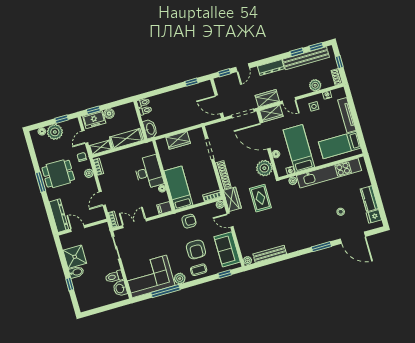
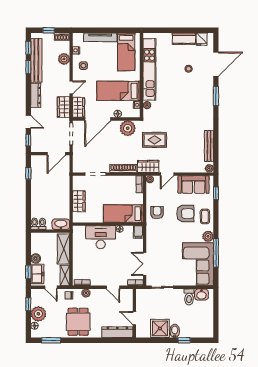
window: (41, 182) -> (51, 340), moved
door: (78, 228) -> (134, 318), hinge flipped

